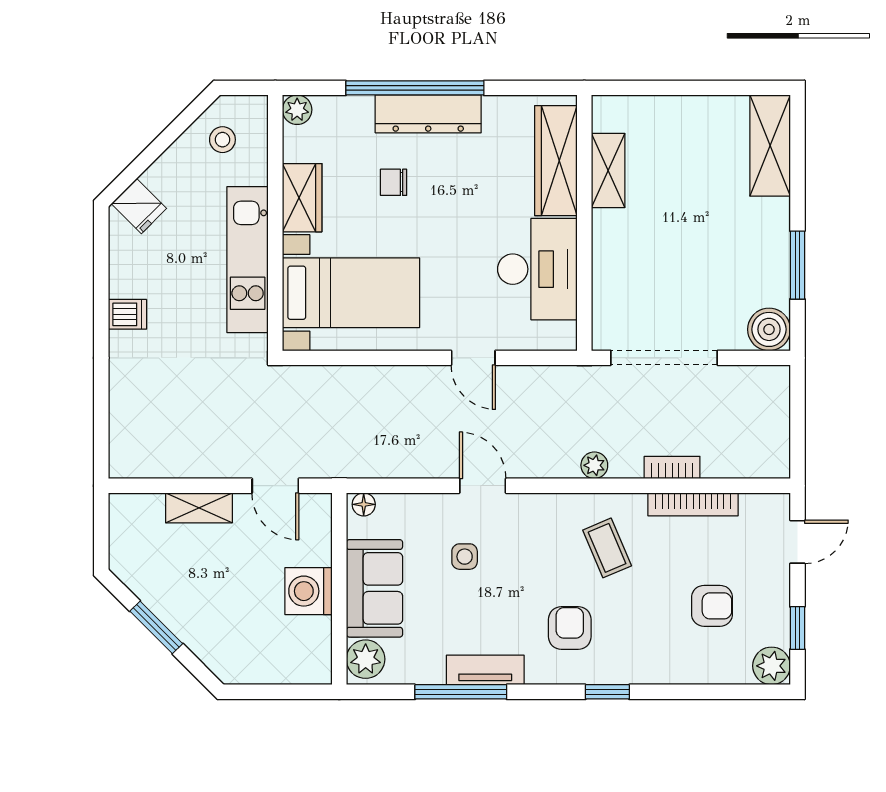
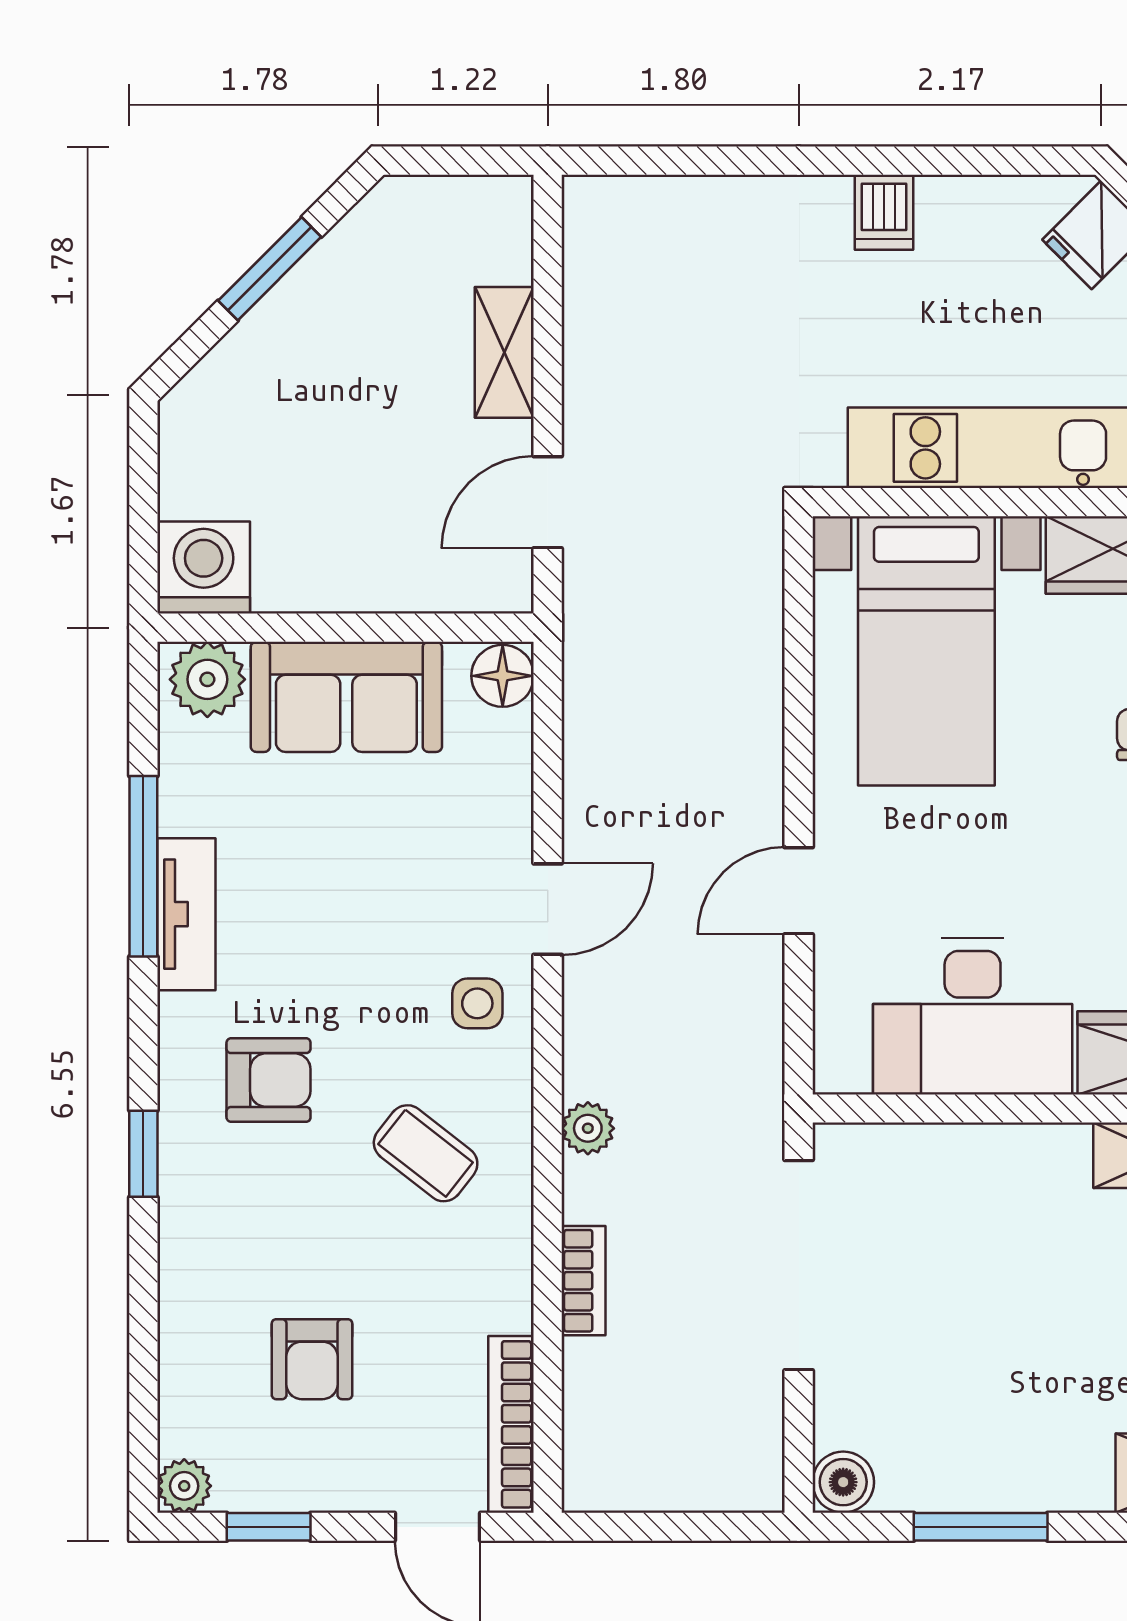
boiler: (769, 329) -> (843, 1482), width x0.73, depth x0.73
floor lamp: (364, 504) -> (503, 676), width x1.37, depth x1.37
bookcase: (693, 504) -> (511, 1424), moved
coffee table: (607, 548) -> (426, 1153), turned 61
side table: (465, 557) -> (477, 1003), moved
washing machine: (309, 591) -> (204, 567), moved
plant: (772, 666) -> (184, 1486), width x0.73, depth x0.73

